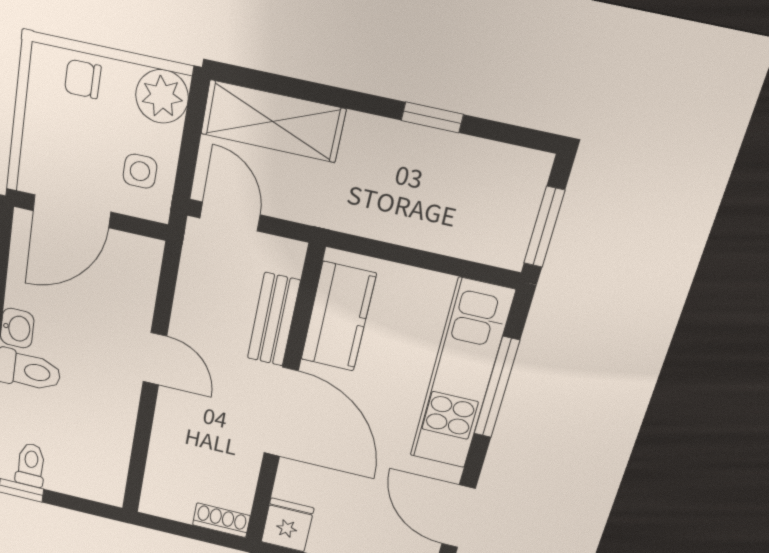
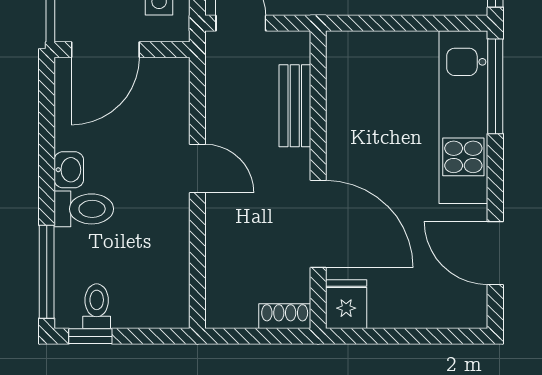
kitchen counter: (338, 317) -> (349, 90), removed
window: (497, 388) -> (495, 86), moved
door: (281, 412) -> (318, 224), moved

